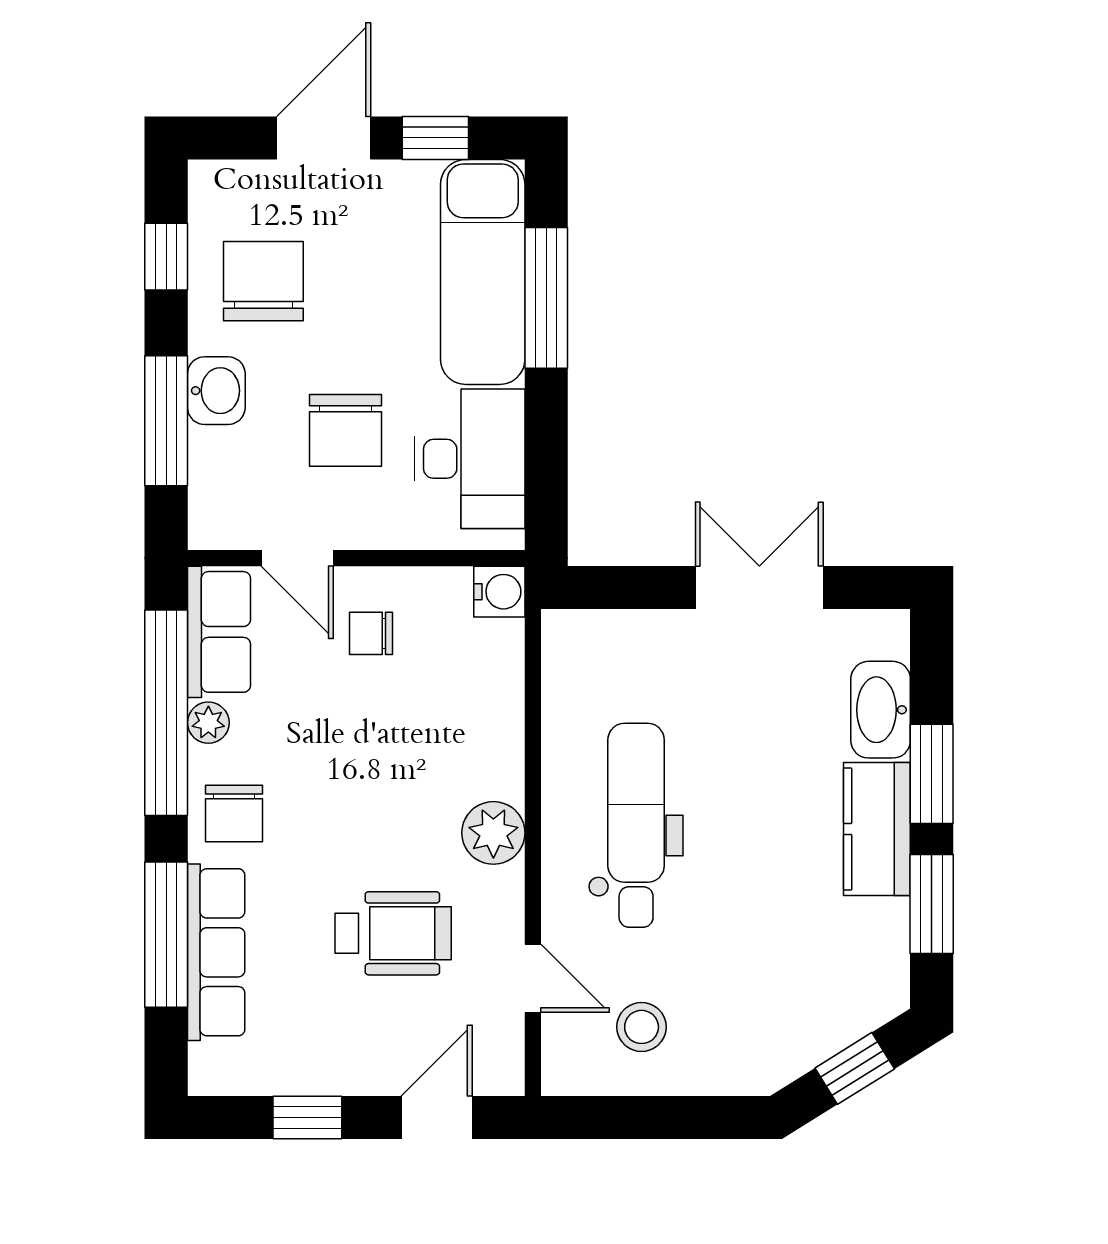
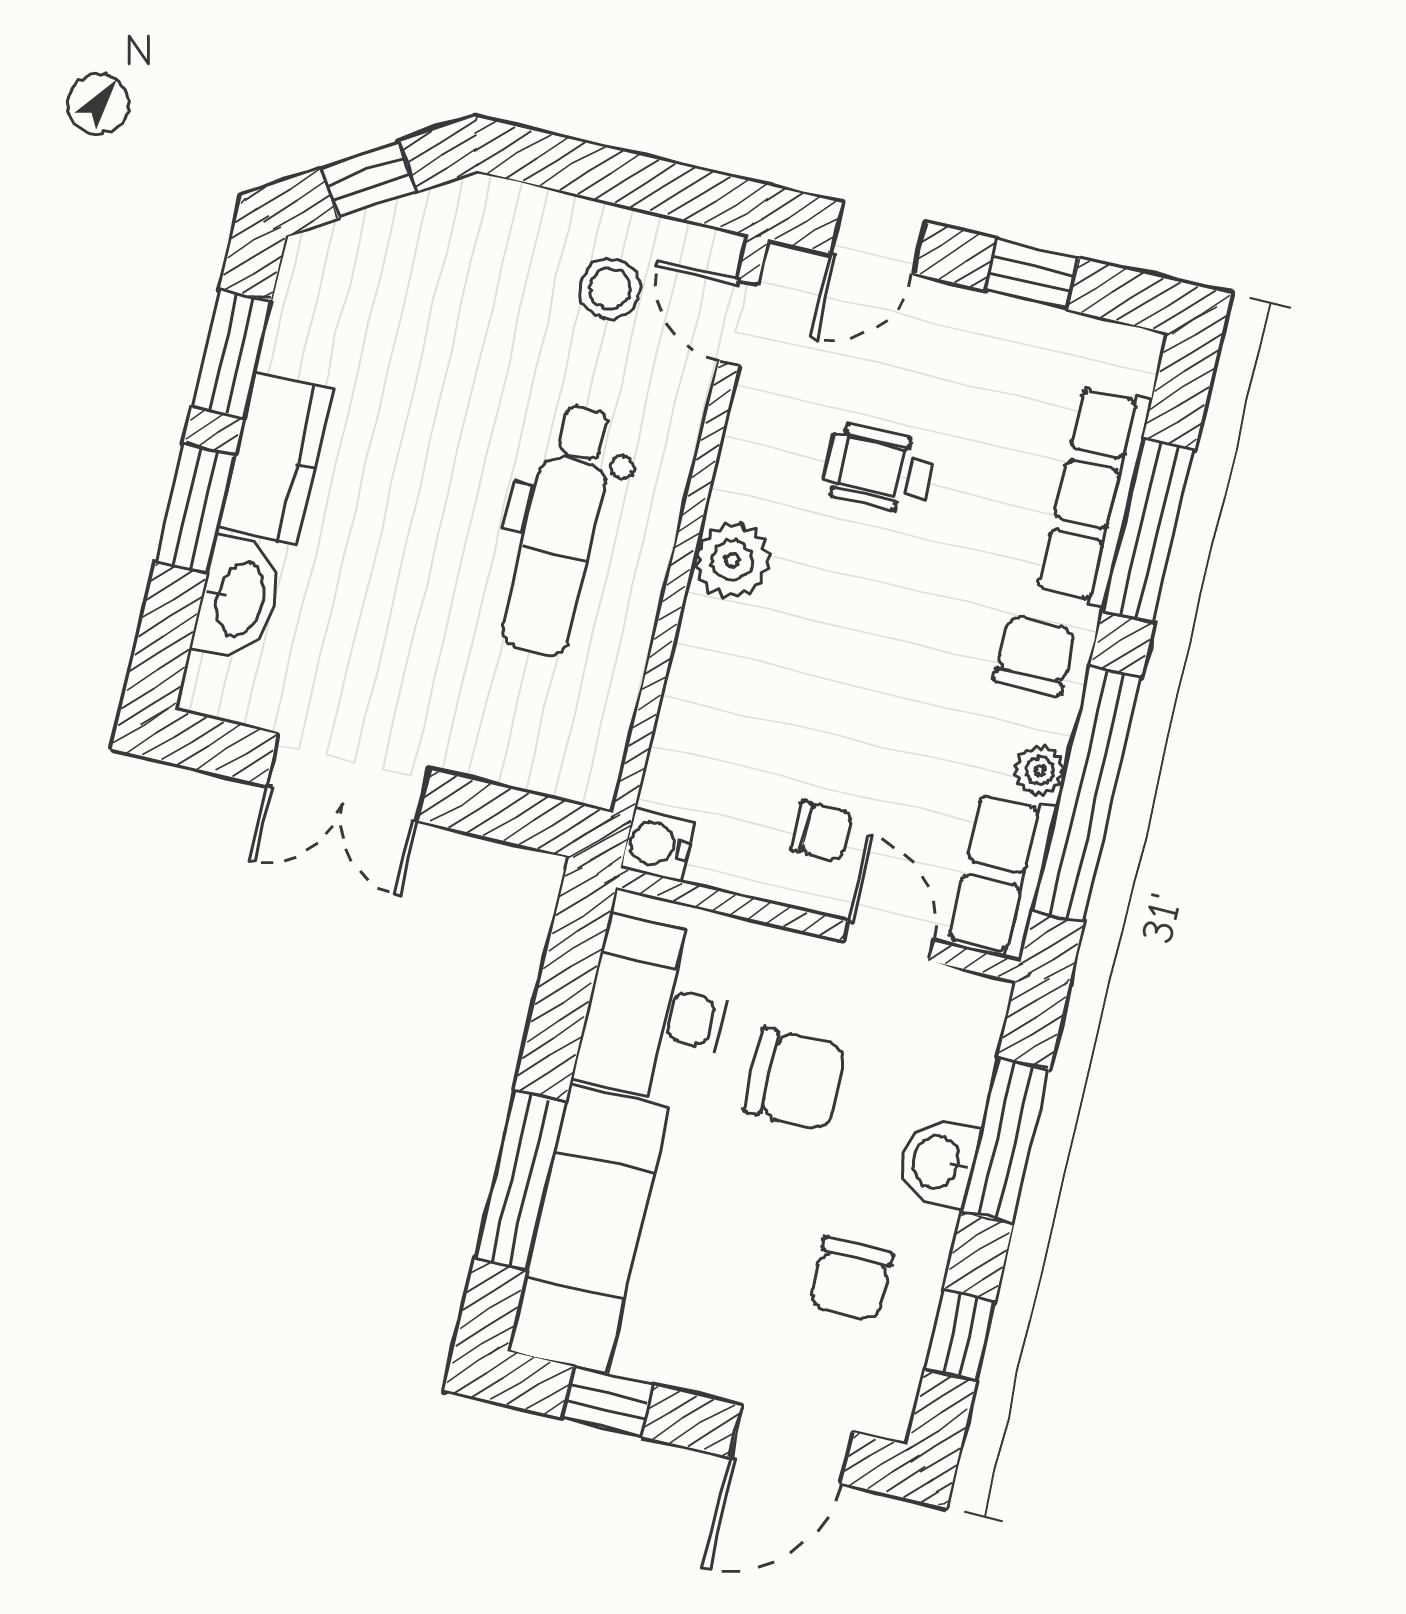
door: (324, 138) -> (791, 1445), moved
chair: (263, 281) -> (851, 1279), width x0.73, depth x0.73
chair: (345, 430) -> (795, 1079), turned 90
wheelchair: (393, 933) -> (879, 469), width x0.73, depth x0.73
door: (533, 978) -> (738, 323), moved

